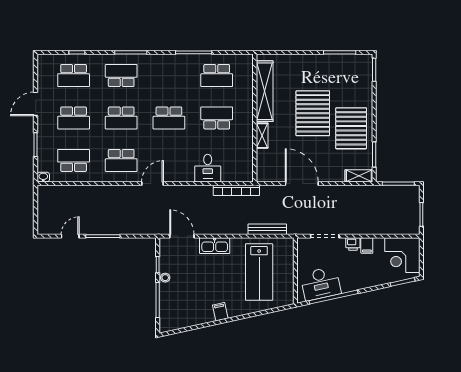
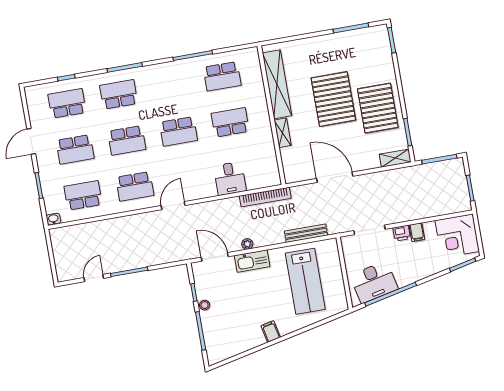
school desk: (74, 76) -> (67, 103), turned 180
plant: (213, 230) -> (247, 244), added

